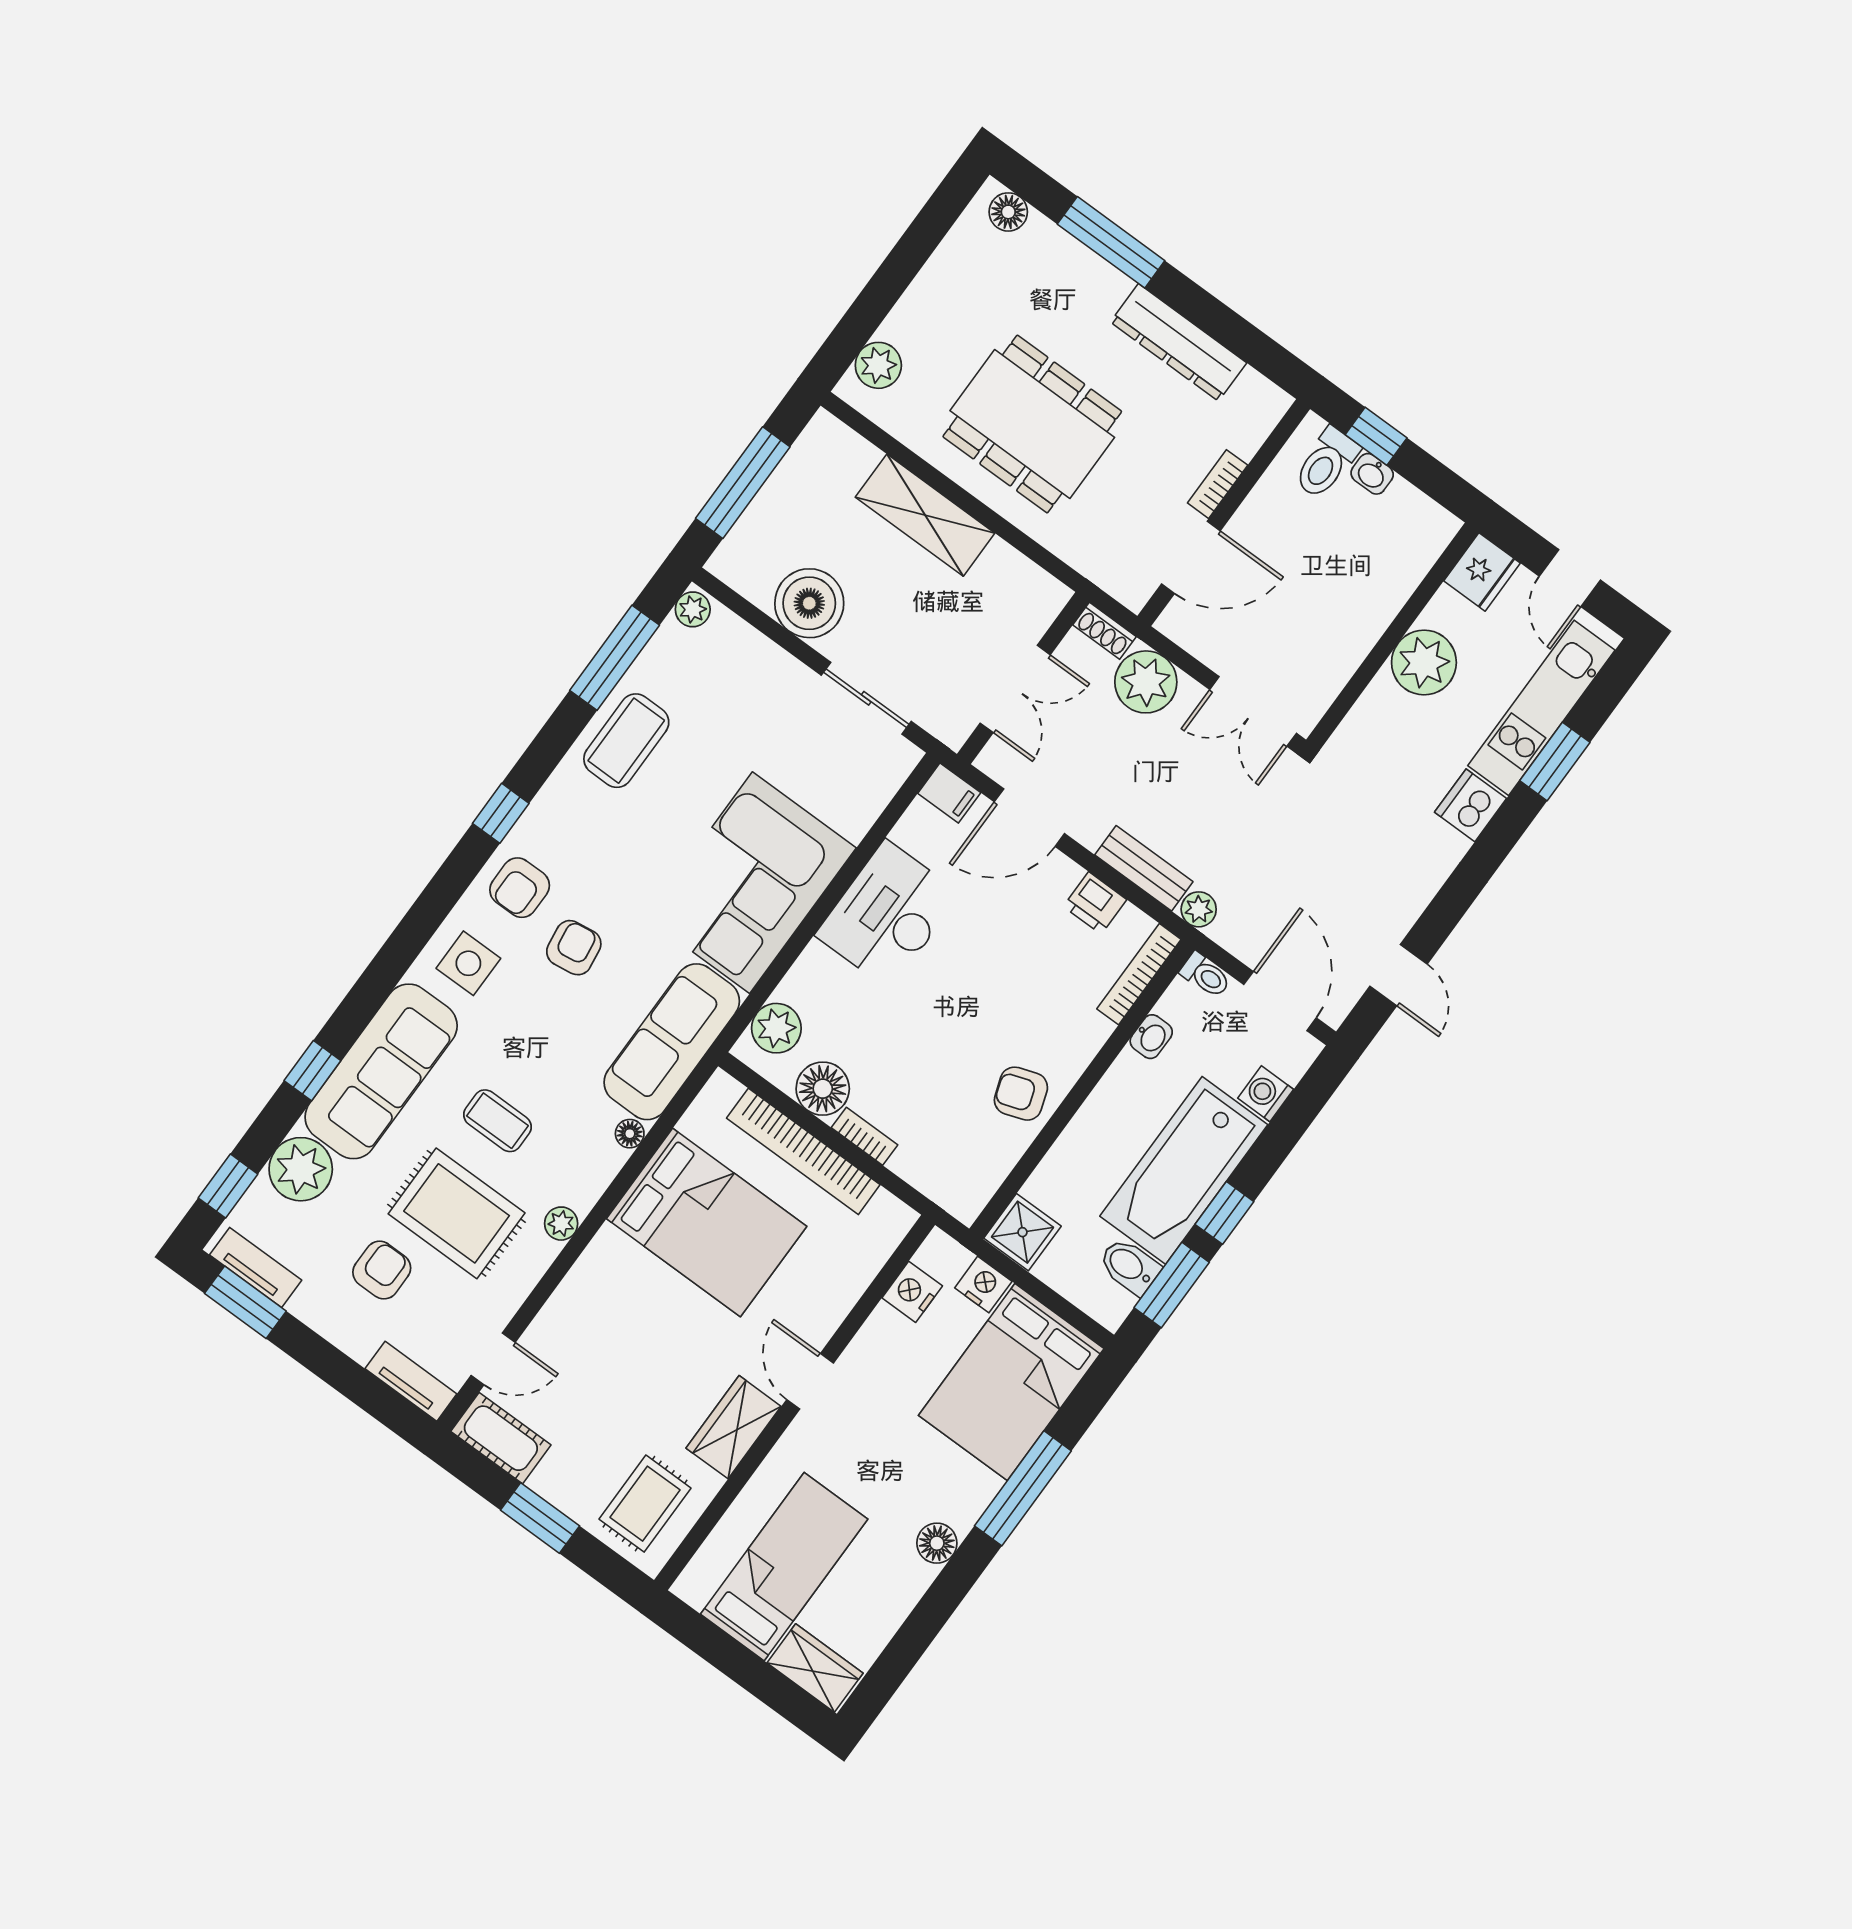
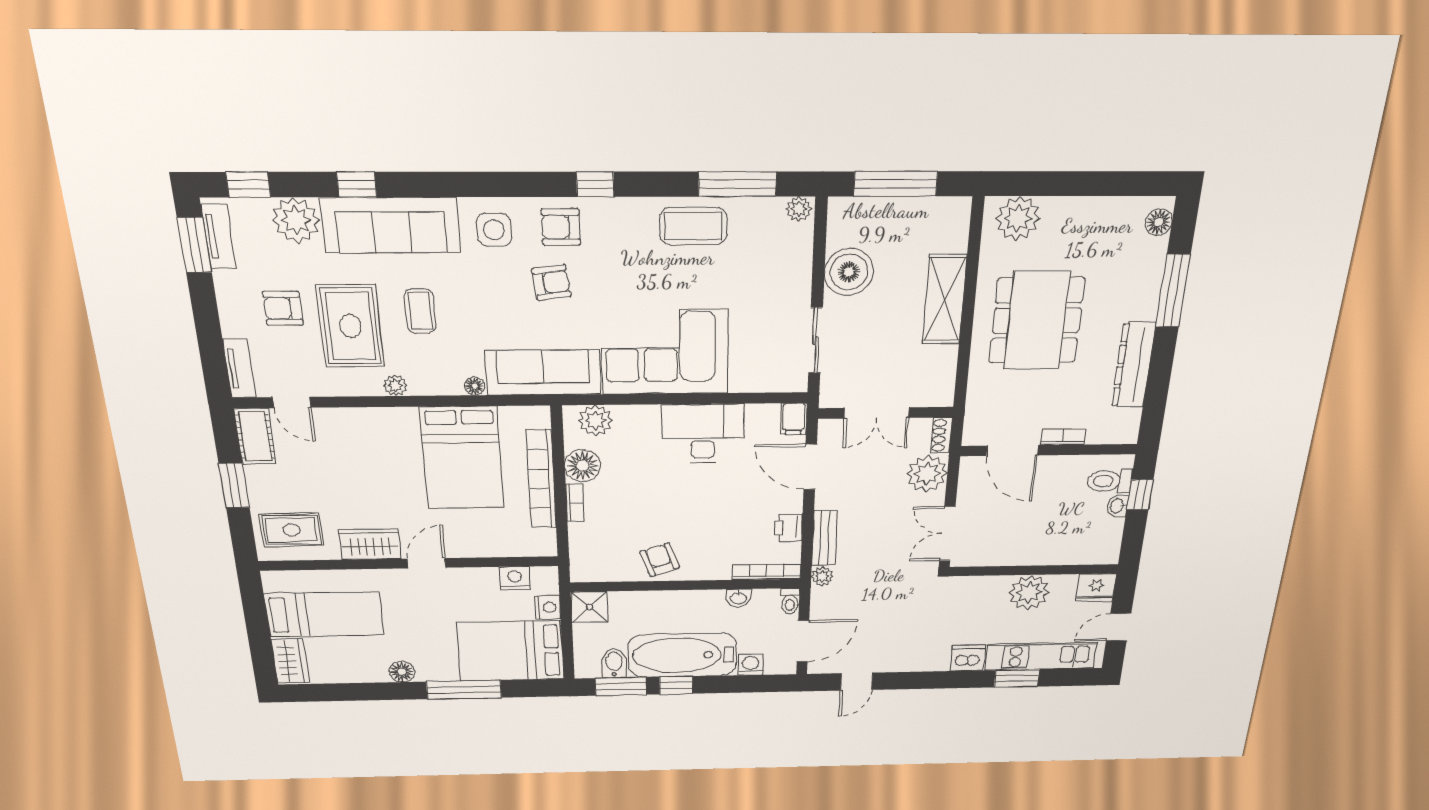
plant: (878, 365) -> (1018, 218), width x1.36, depth x1.36
armchair: (382, 1270) -> (283, 308), turned 180

